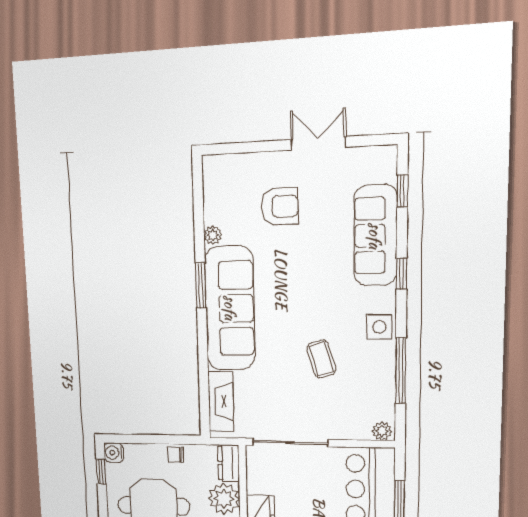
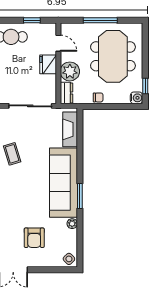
side table: (217, 170) -> (69, 259), added
armchair: (280, 206) -> (34, 238), turned -90

